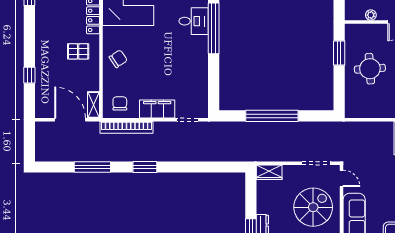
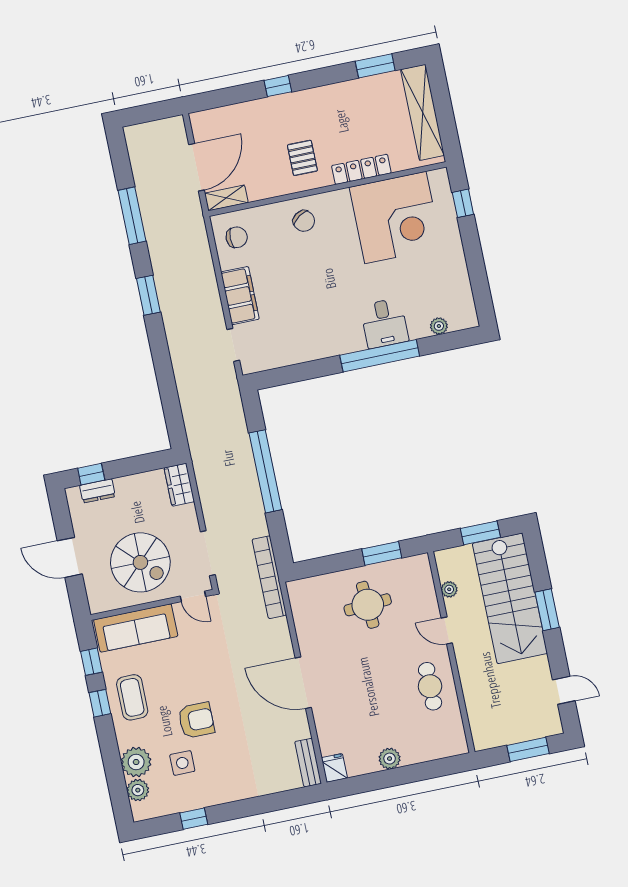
window: (29, 75) -> (278, 86), moved
bookcase: (127, 127) -> (269, 577), moved
door: (342, 178) -> (193, 596), hinge flipped

